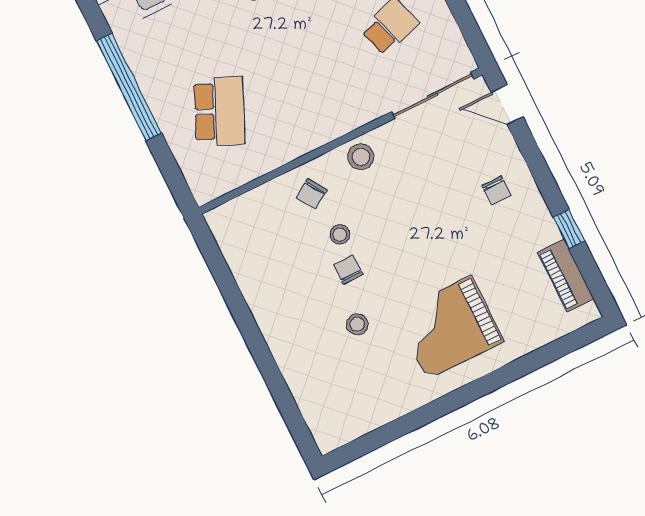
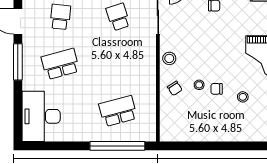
window: (129, 87) -> (117, 146), moved
school desk: (220, 111) -> (118, 111), turned -39

